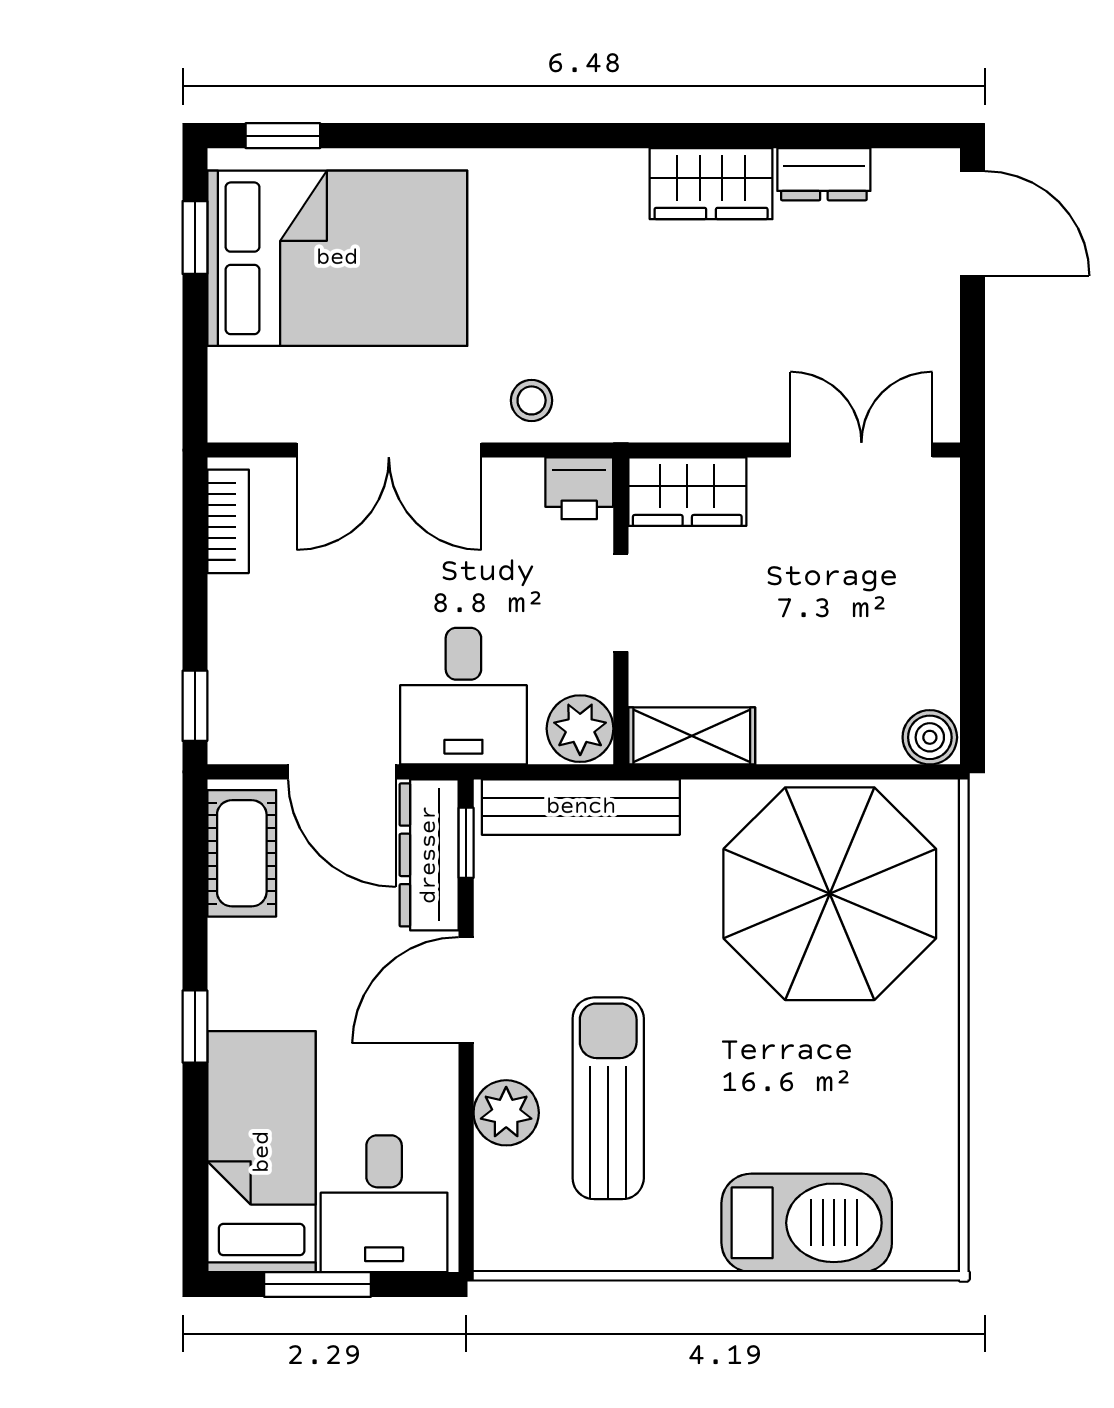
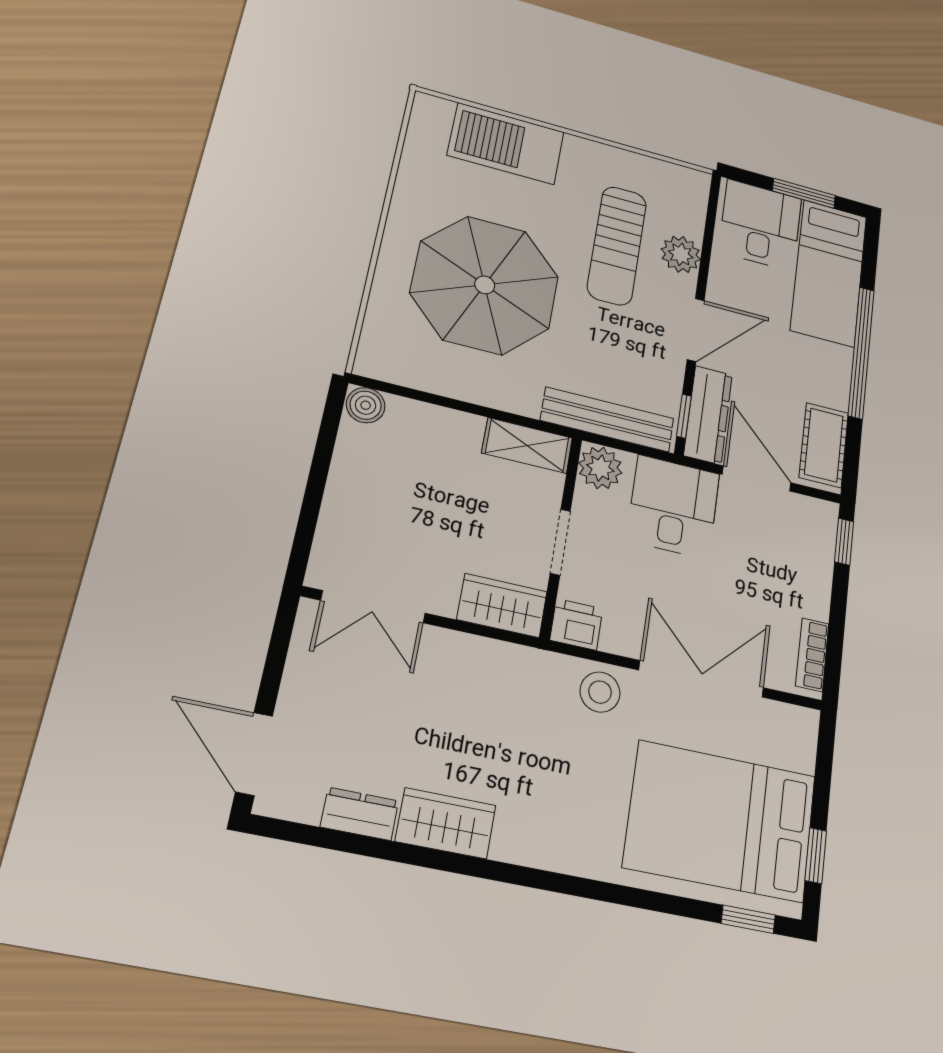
stool: (532, 400) -> (600, 692), width x1.37, depth x1.37
parasol: (830, 894) -> (485, 285), moved
window: (195, 1027) -> (861, 352), width x3.17

